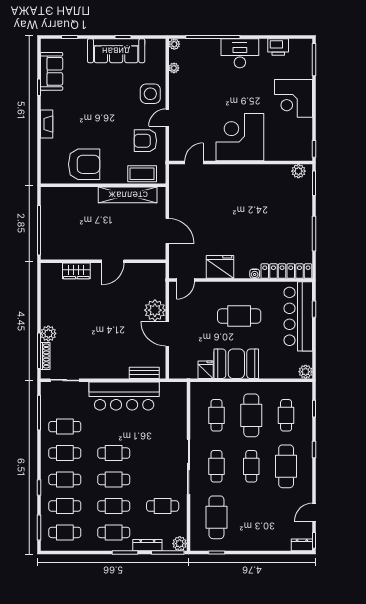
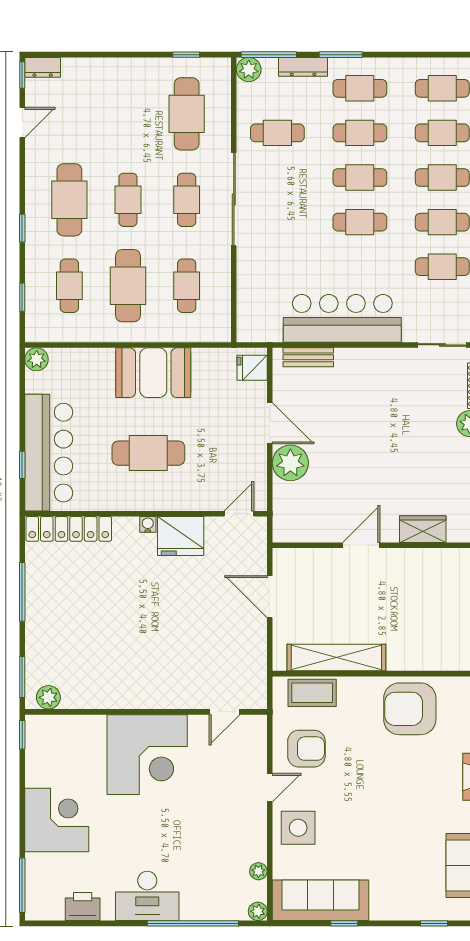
sofa: (116, 51) -> (321, 900), moved
water cooler: (255, 274) -> (148, 524), moved
fridge: (206, 370) -> (252, 368), moved, turned 90

